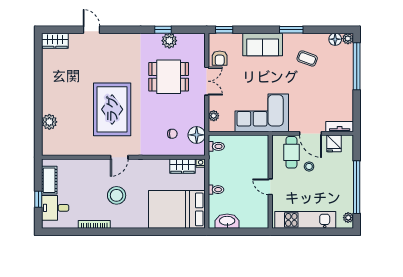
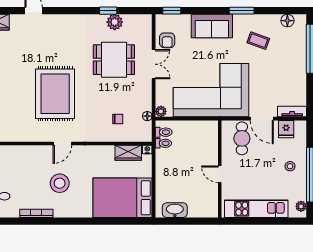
plant: (348, 39) -> (301, 20), removed
corner sofa: (262, 113) -> (211, 90), width x1.36, depth x1.36
plant: (214, 116) -> (161, 111), moved
floor lamp: (197, 135) -> (147, 116), width x0.53, depth x0.53
stool: (309, 166) -> (290, 166), moved
toilet: (216, 190) -> (163, 143), moved

